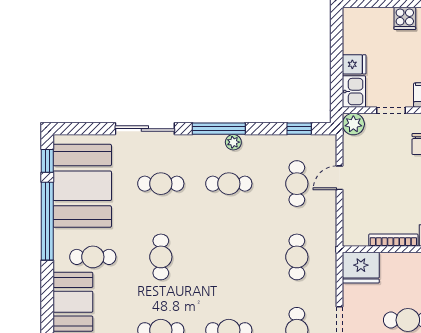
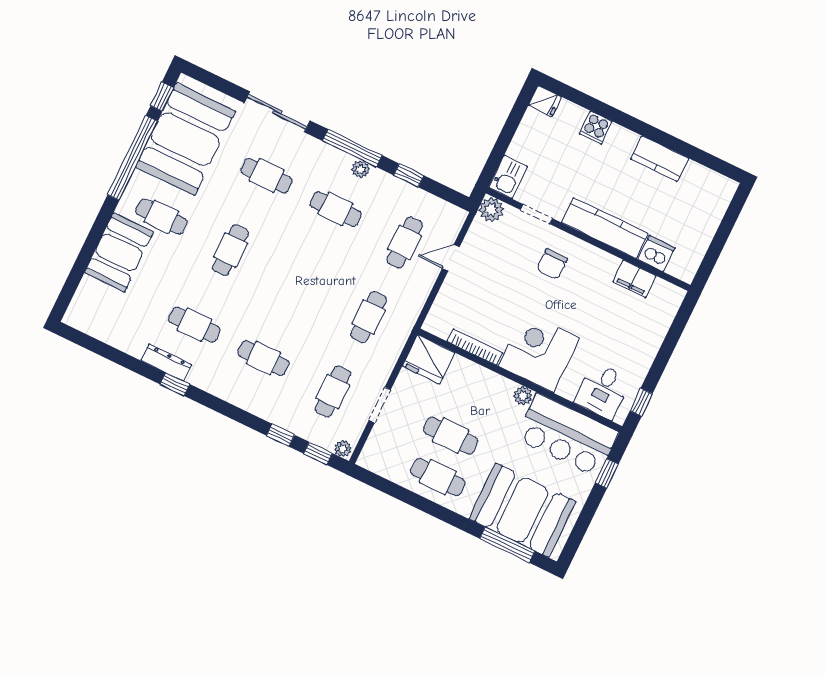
fridge: (354, 64) -> (545, 101), moved
window: (299, 129) -> (409, 175), moved

